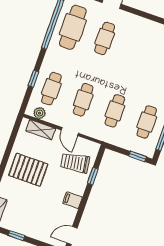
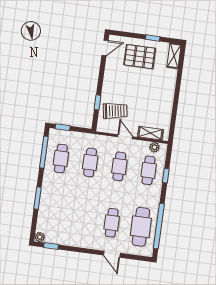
pallet: (28, 170) -> (140, 57), moved
filing cabinet: (73, 200) -> (111, 78), removed

